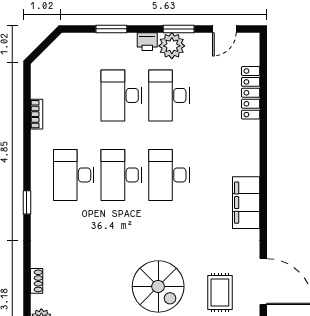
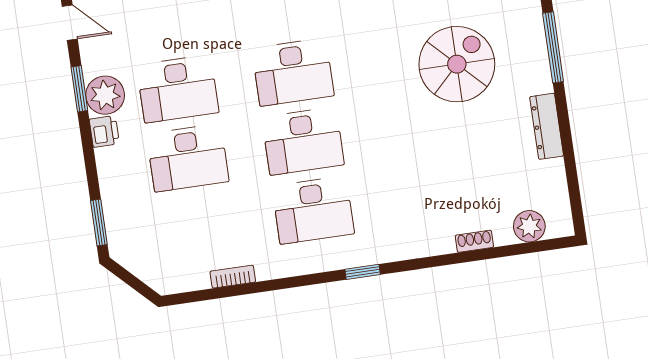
window: (111, 29) -> (99, 222), moved

